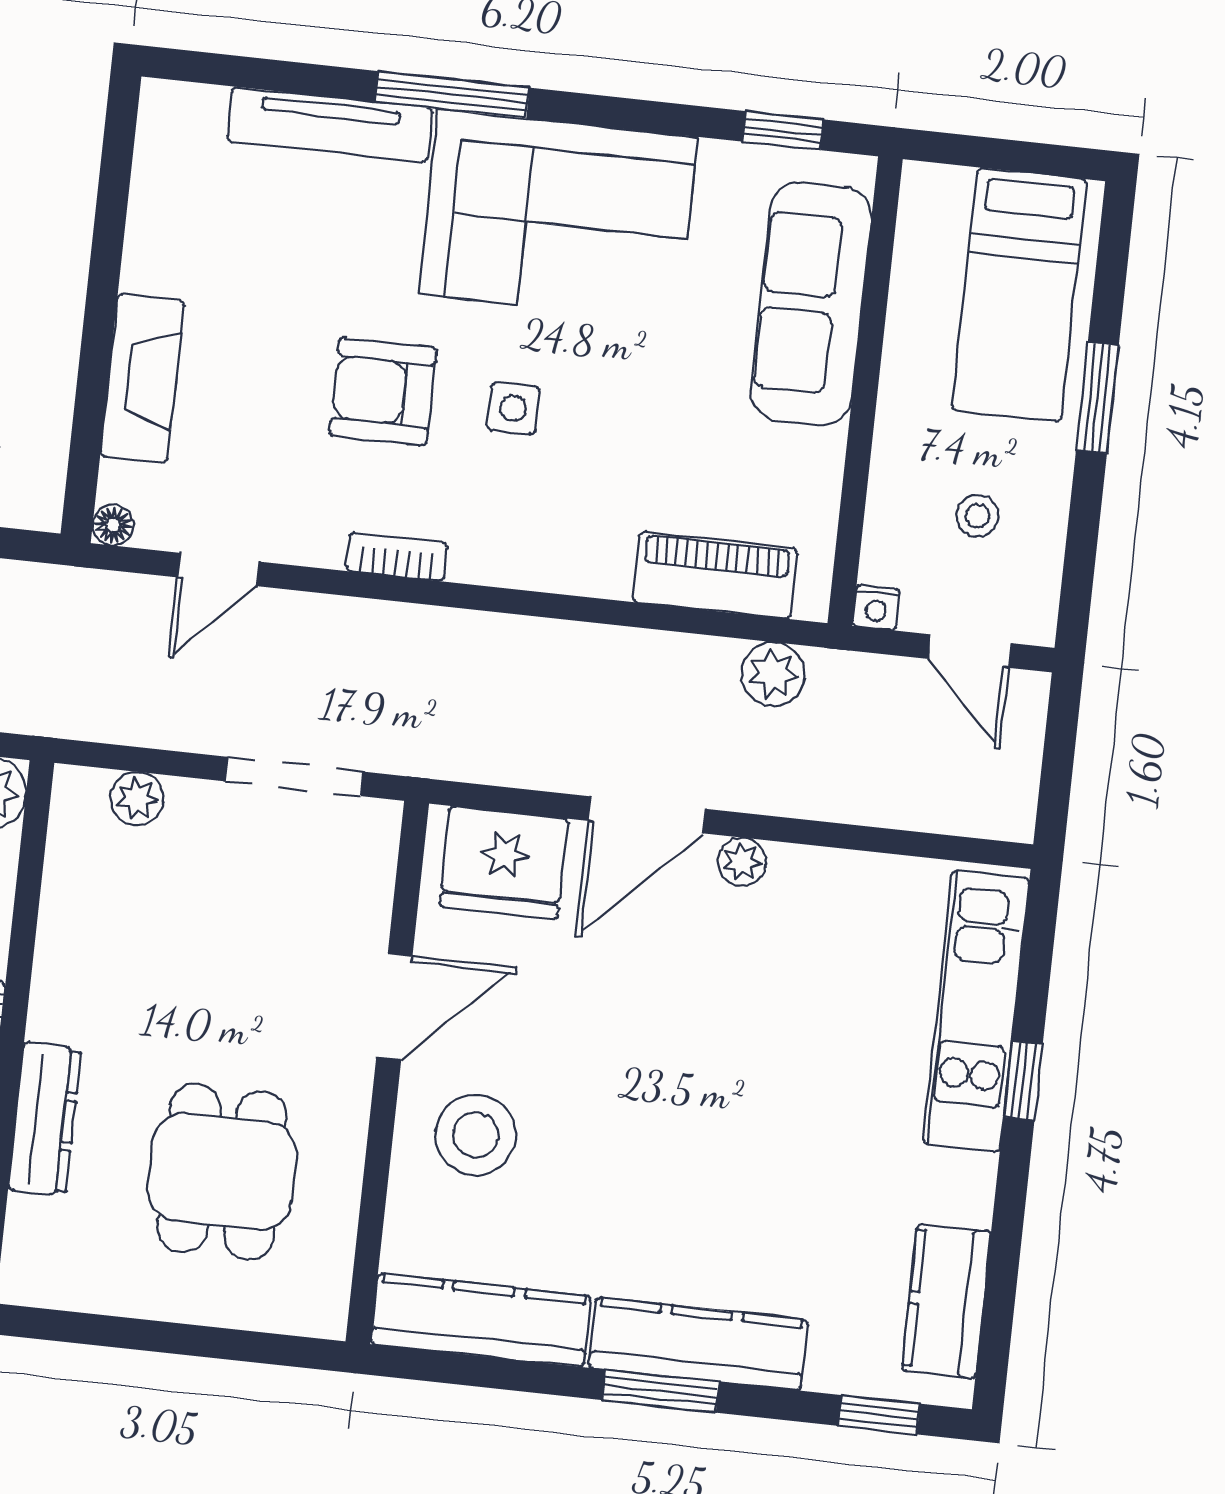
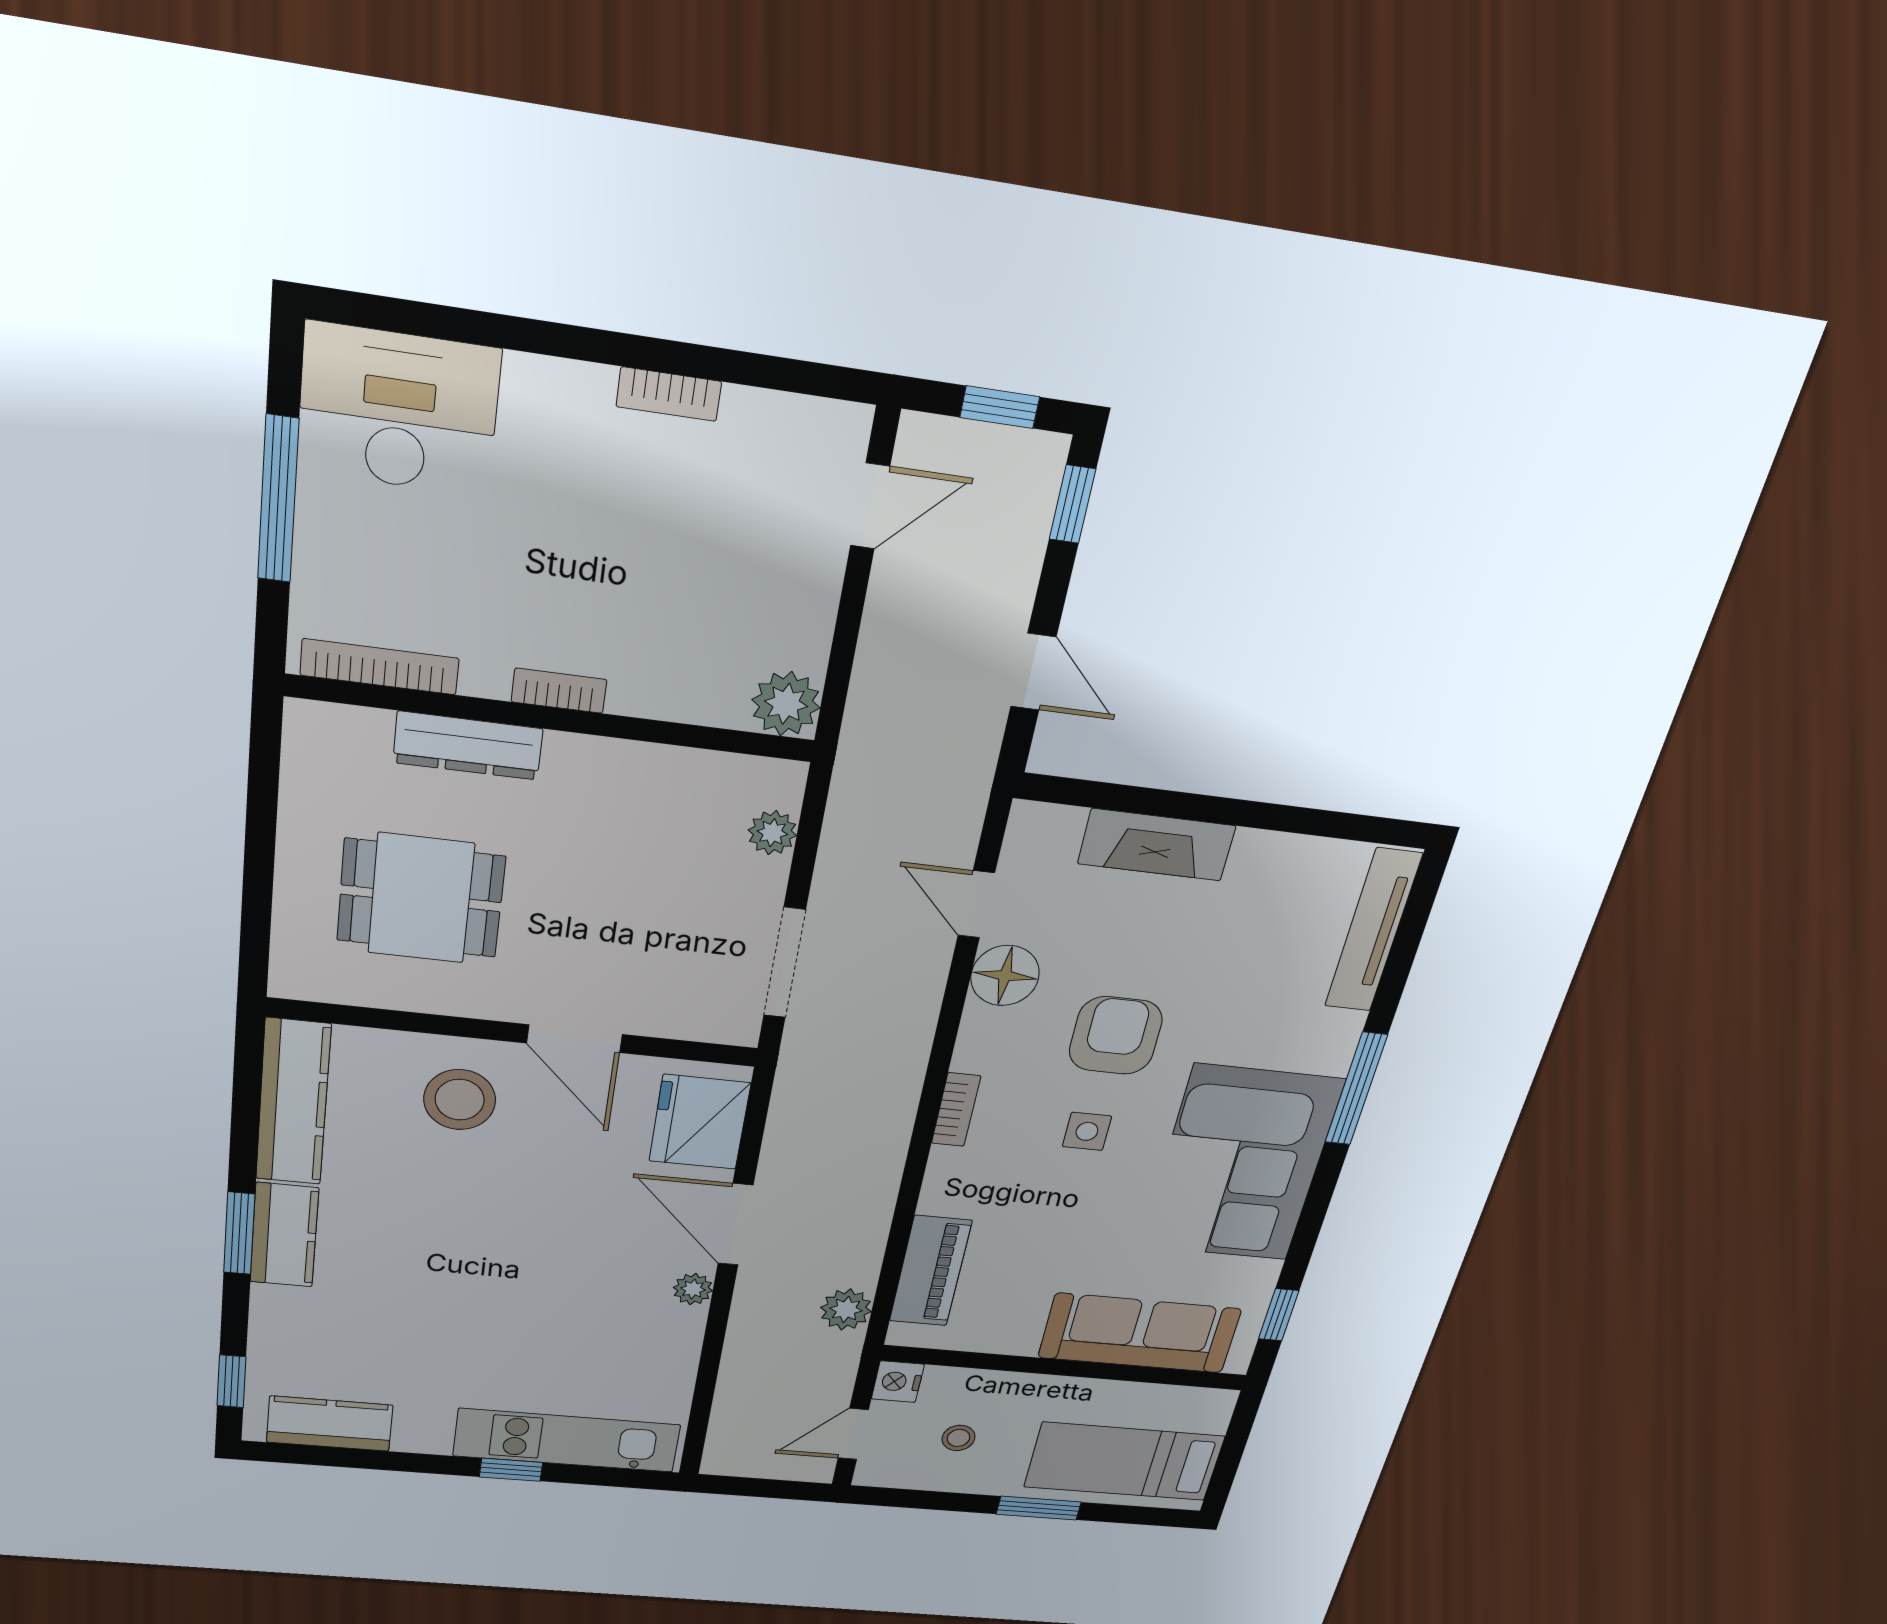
tv unit: (330, 124) -> (1373, 930), moved
floor lamp: (113, 525) -> (1005, 976), moved, width x1.89, depth x1.89
bookcase: (396, 557) -> (956, 1110), moved
nightstand: (876, 608) -> (898, 1382), width x1.39, depth x1.35
kitchen counter: (698, 1344) -> (284, 1235), width x0.67

